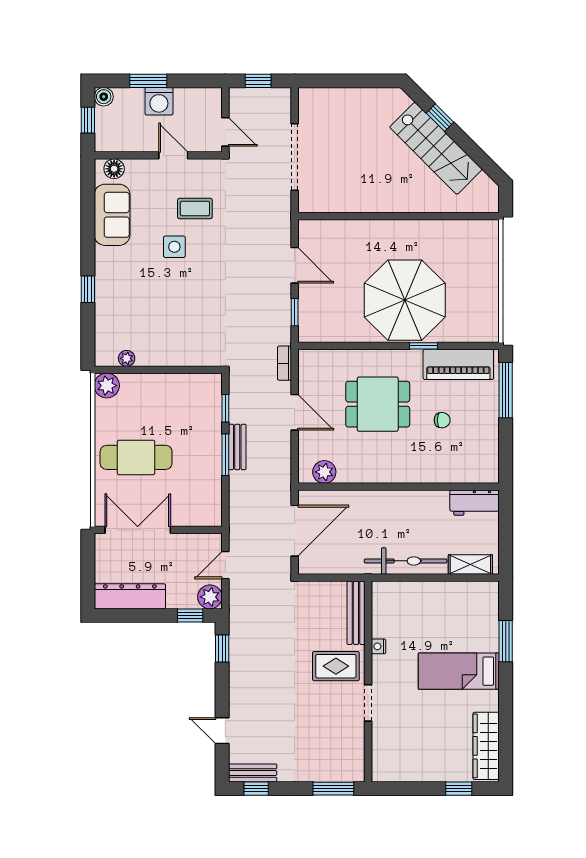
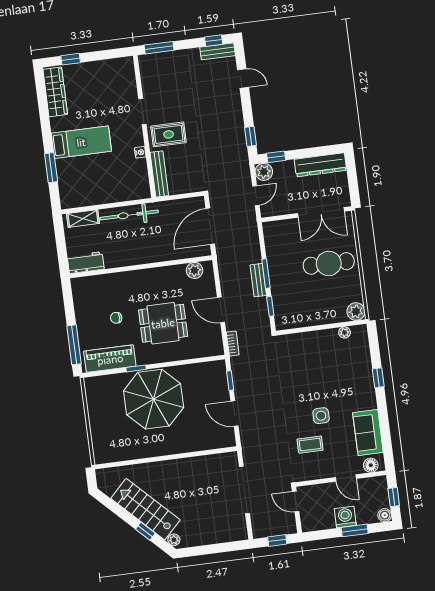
plant: (402, 100) -> (174, 540), added
door: (173, 155) -> (346, 478), moved

